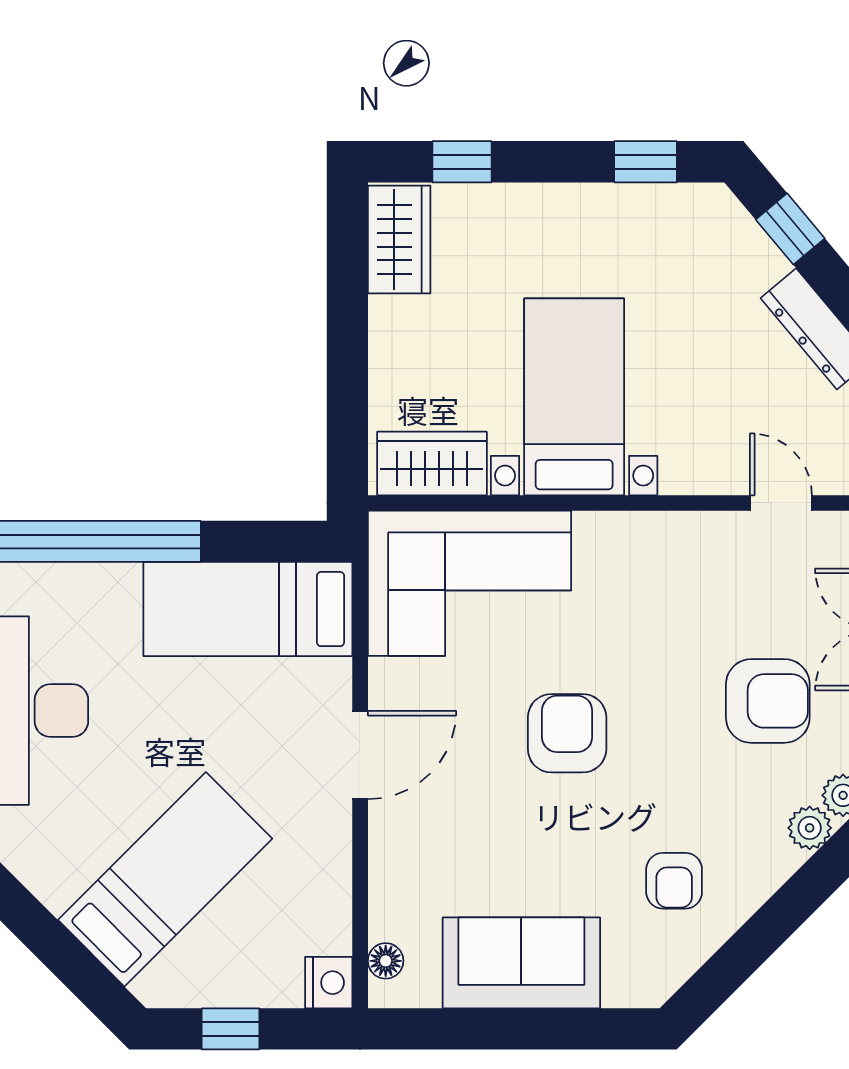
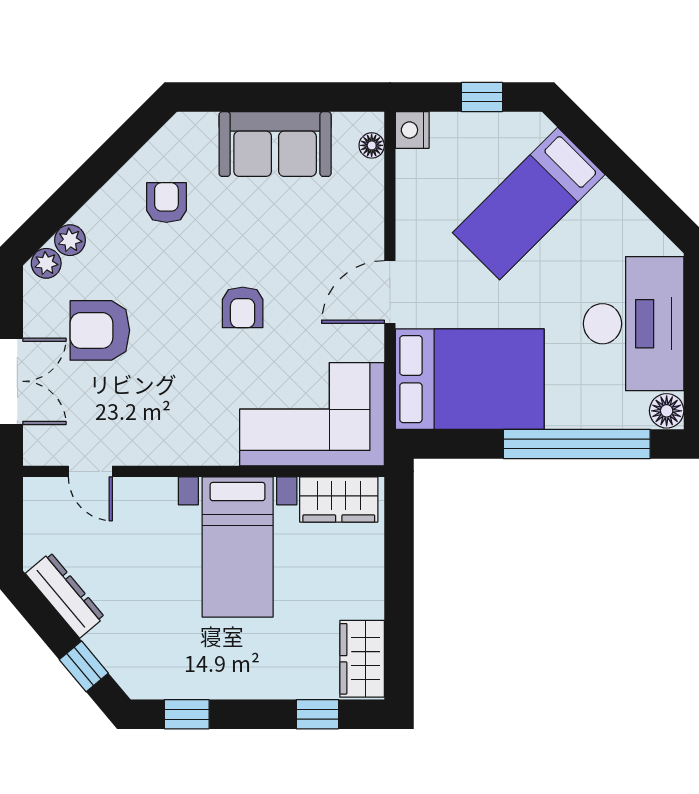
bed: (248, 609) -> (470, 379), width x1.50
armchair: (567, 733) -> (243, 307), width x0.72, depth x0.72

